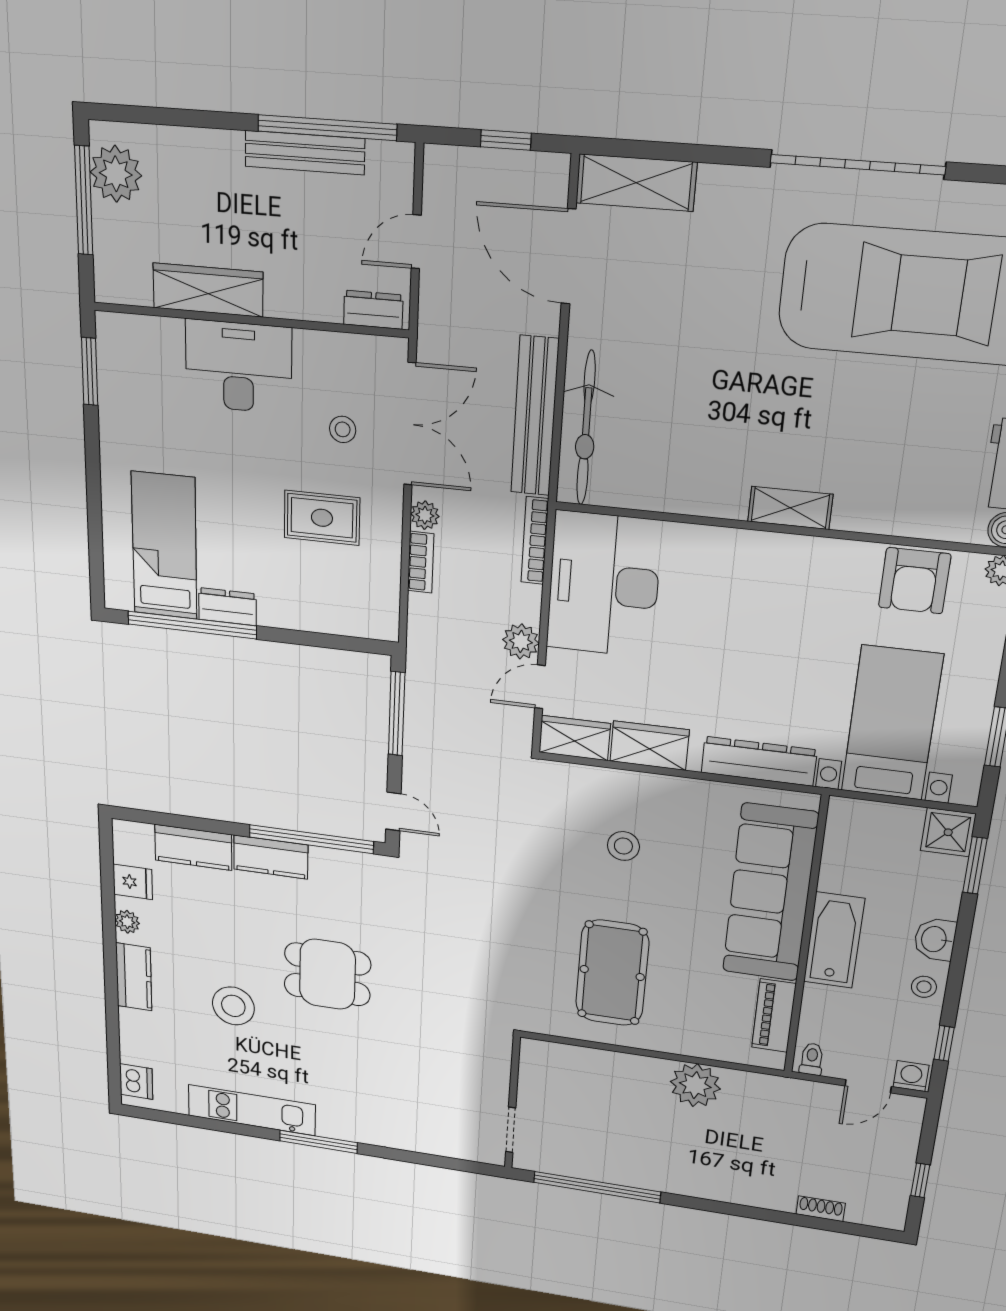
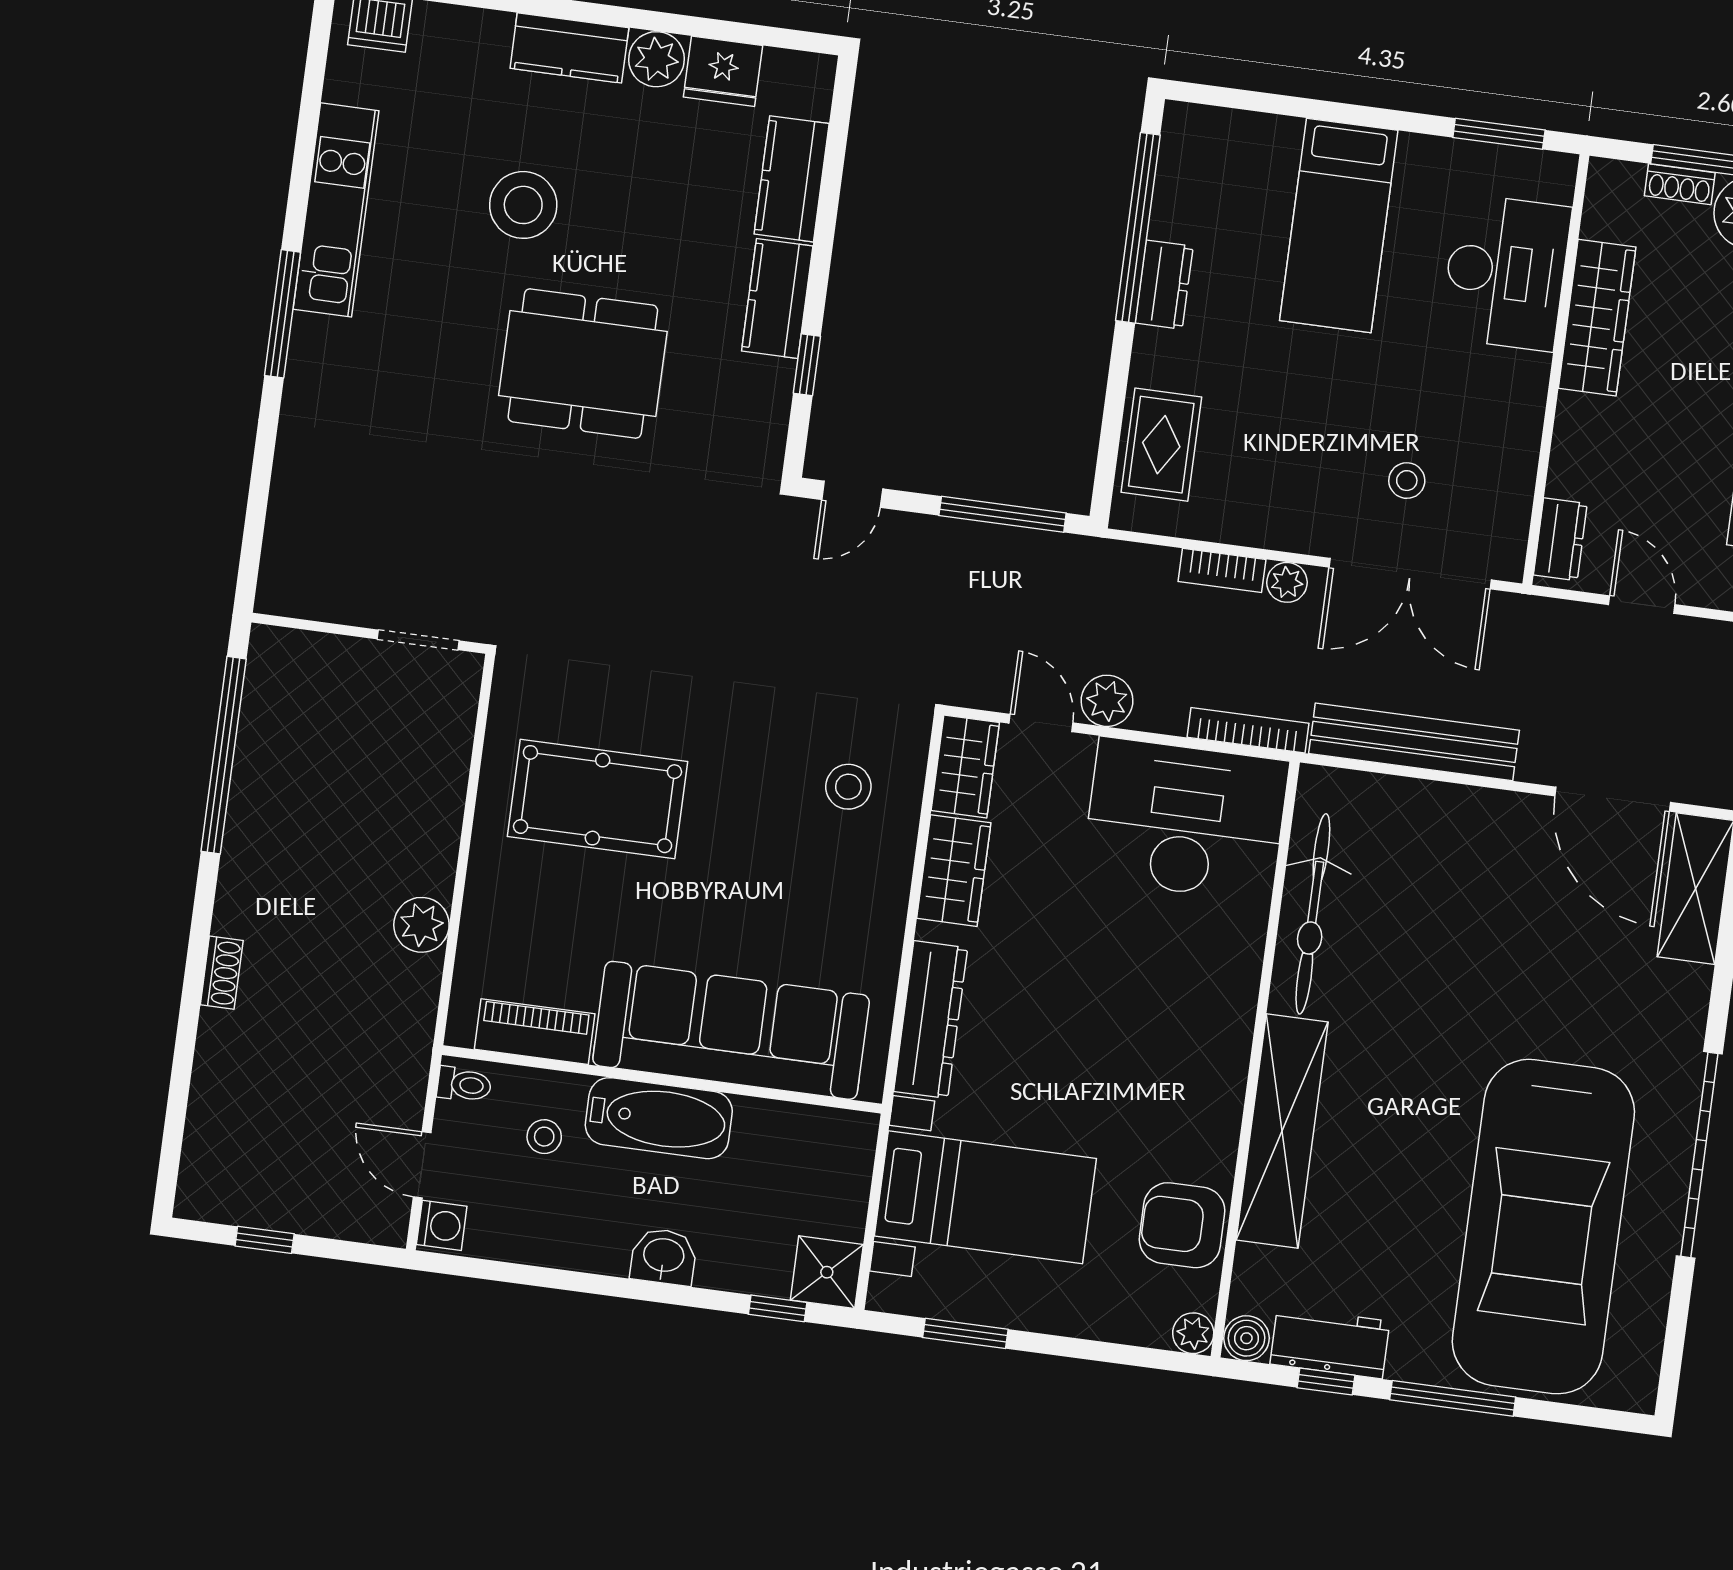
shoe rack: (103, 231) -> (1680, 184), added
door: (569, 257) -> (1613, 799), swing flipped
desk: (238, 367) -> (1506, 272), moved
bicycle: (586, 428) -> (1313, 914), moved, turned -90
shelving: (790, 508) -> (1282, 1131), width x2.20, depth x1.33
rug: (322, 518) -> (1161, 445), moved
bed: (164, 546) -> (1339, 225), moved, turned 90
window: (311, 839) -> (807, 365), width x0.32
stool: (623, 846) -> (848, 787), moved
window: (975, 865) -> (778, 1308), width x0.67
fridge: (133, 882) -> (723, 71), width x1.38
plant: (127, 922) -> (656, 59), width x1.38, depth x1.38
dining table: (327, 974) -> (583, 363), width x1.38
stool: (924, 987) -> (544, 1137), moved
window: (944, 1043) -> (498, 1271), removed
plant: (695, 1085) -> (421, 925), width x0.73, depth x0.73
doorway: (511, 1130) -> (418, 640), moved
shoe rack: (821, 1209) -> (222, 973), moved

